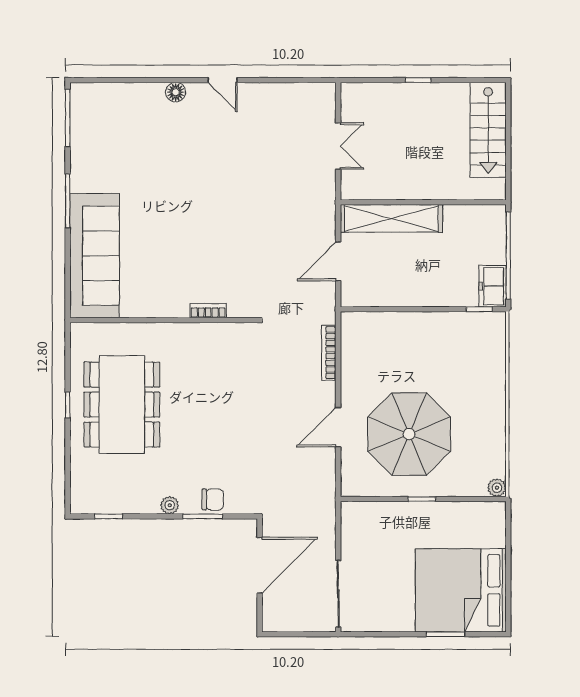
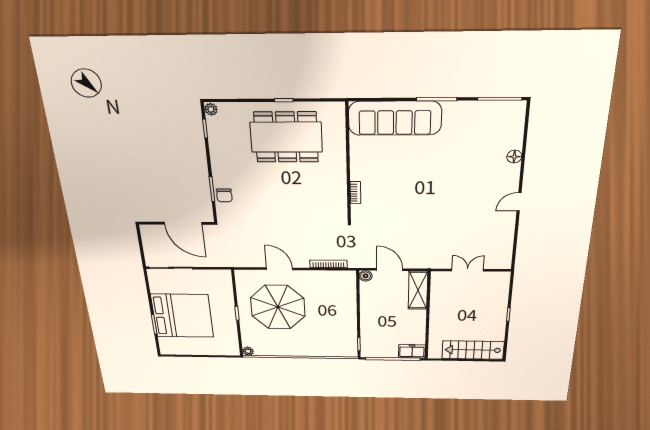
floor lamp: (176, 92) -> (514, 157), moved
double door: (338, 146) -> (468, 270), swing flipped
shelving: (391, 218) -> (418, 290), width x0.68
freezer: (493, 286) -> (412, 351), moved
boiler: (350, 297) -> (366, 276), added
plant: (170, 505) -> (211, 109), moved
bed: (461, 590) -> (182, 316), moved, turned 90

